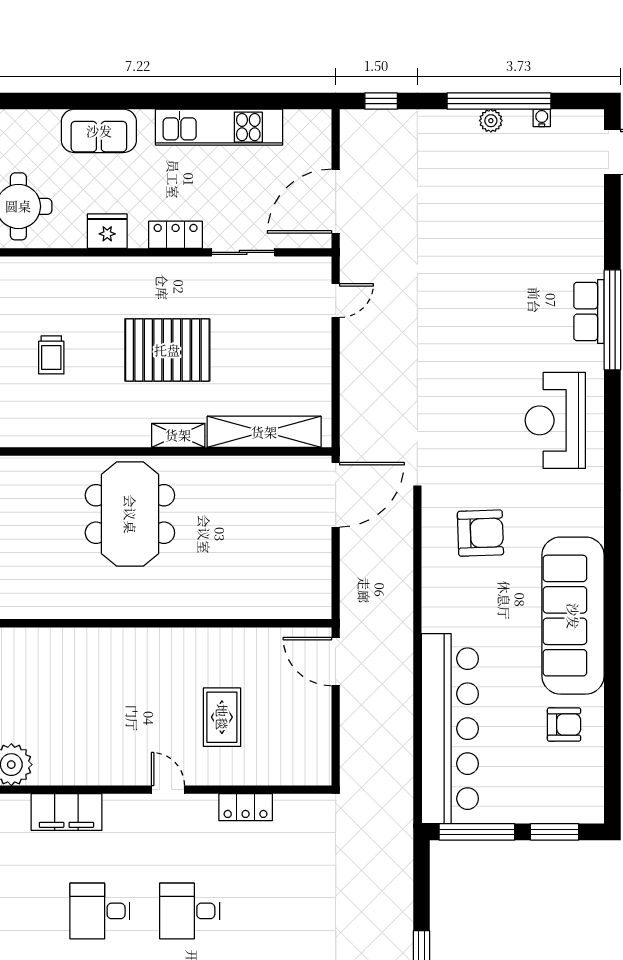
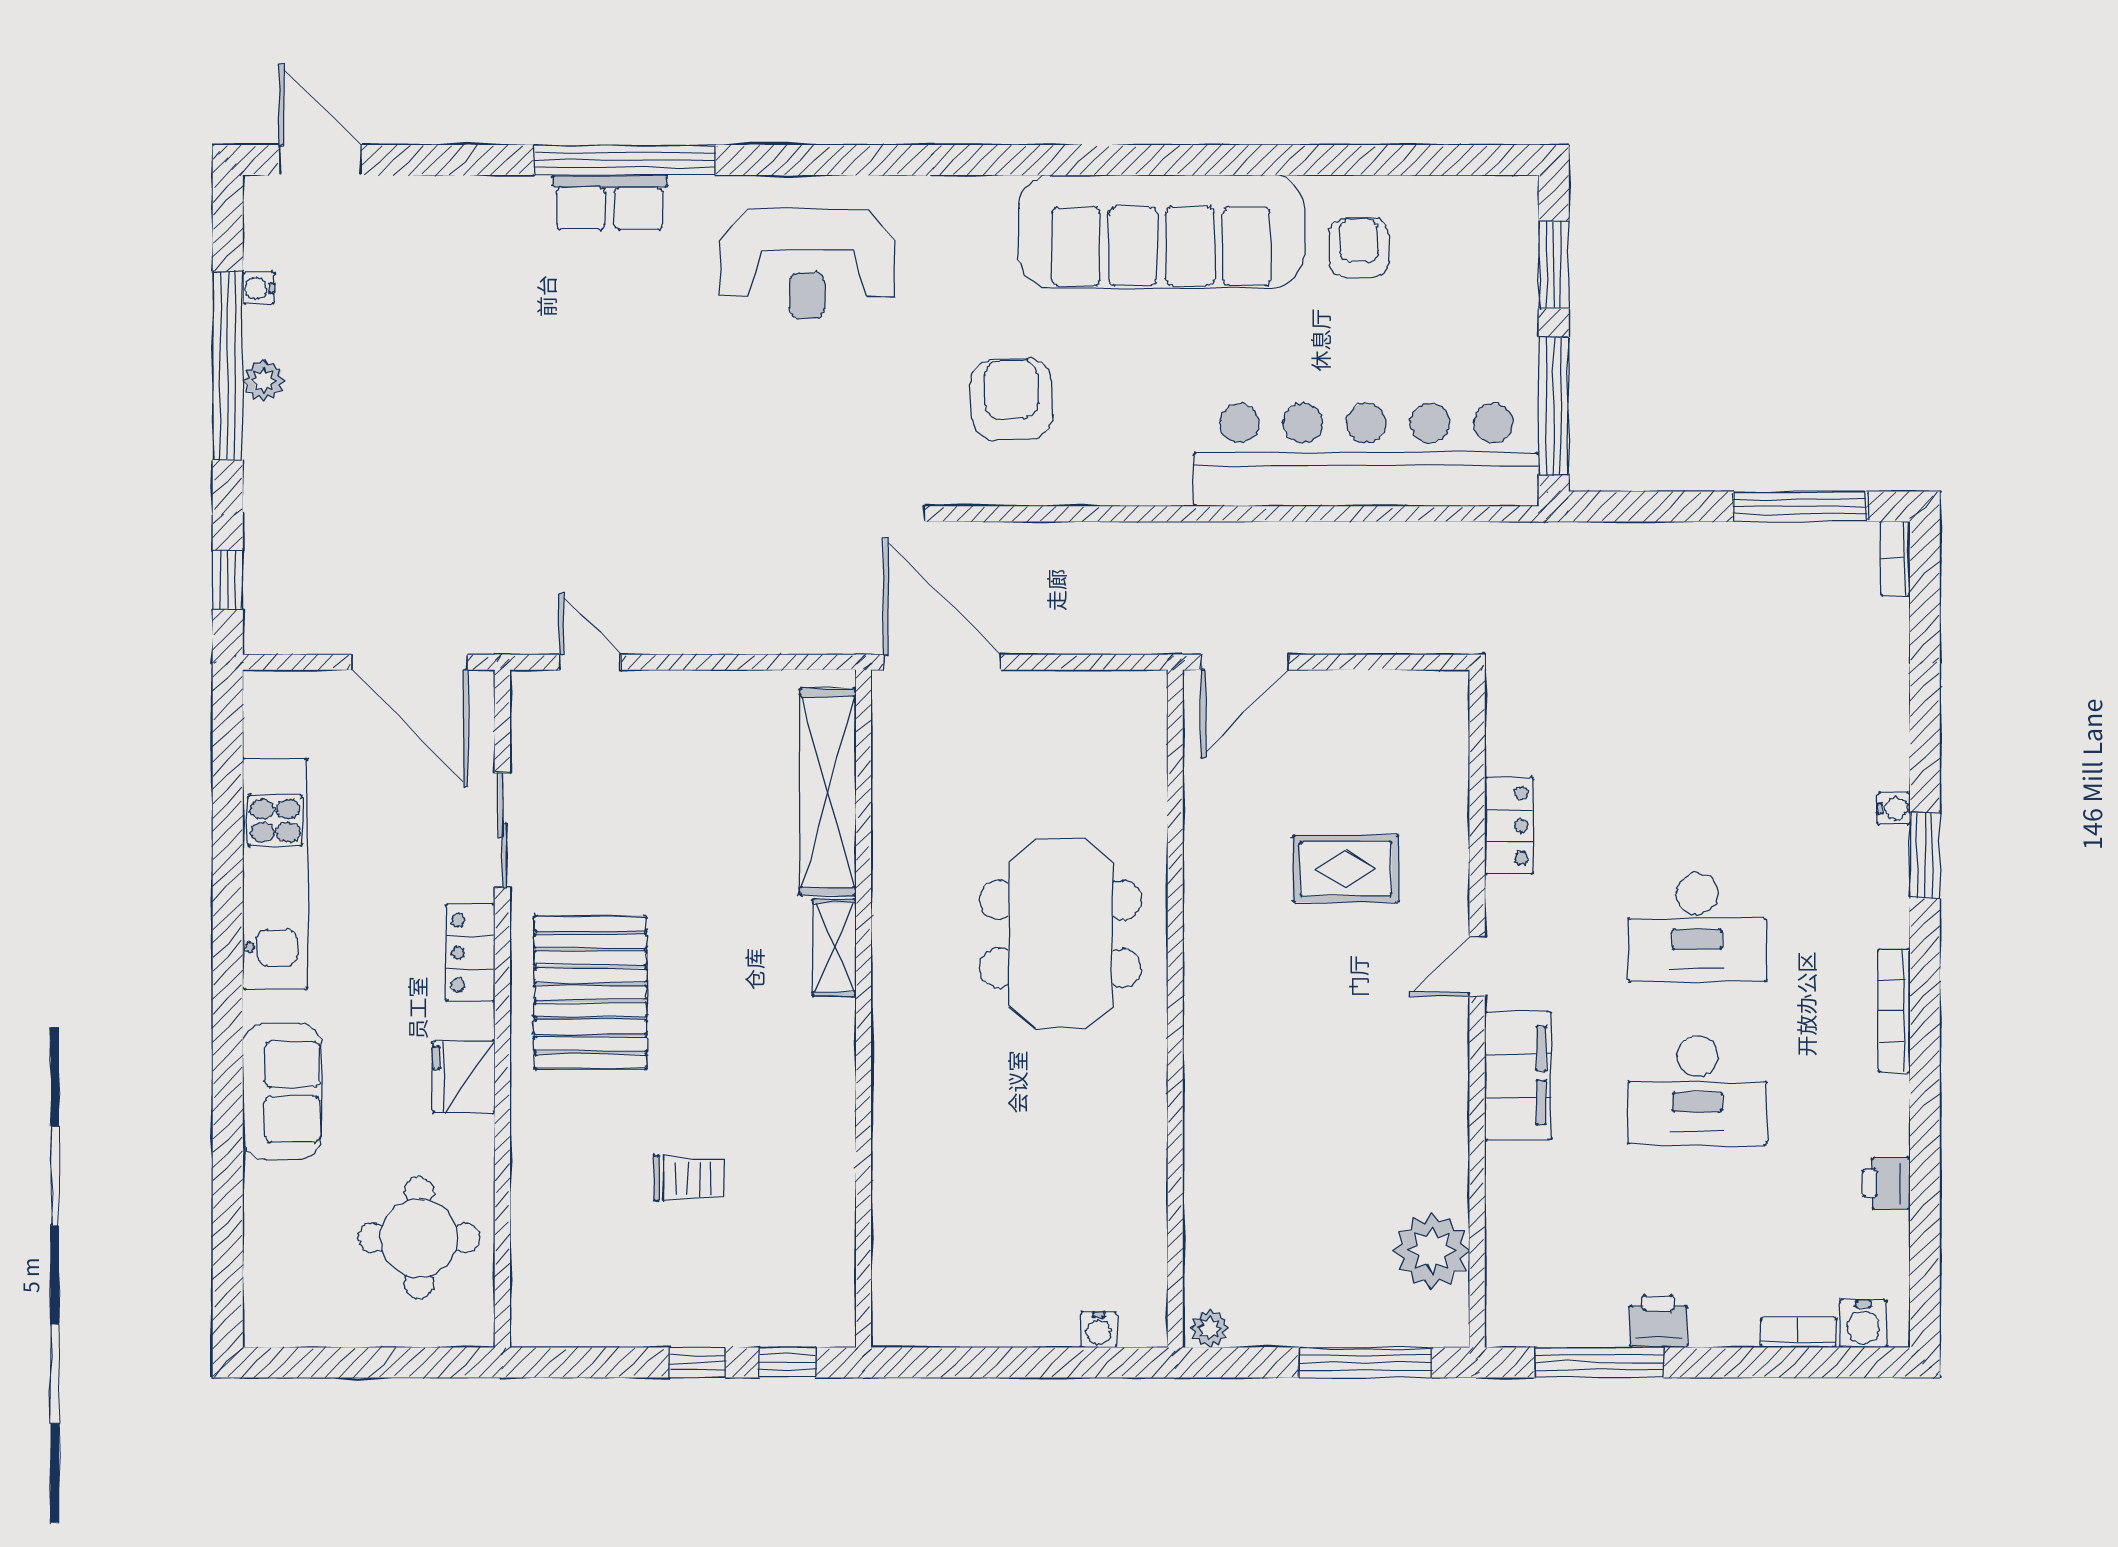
pallet: (167, 350) -> (591, 992), moved
meeting table: (130, 514) -> (1060, 934), moved, turned 90
filing cabinet: (66, 812) -> (1518, 1076), moved
desk: (100, 911) -> (1697, 1090), width x1.37
desk: (190, 911) -> (1697, 927), width x1.37

